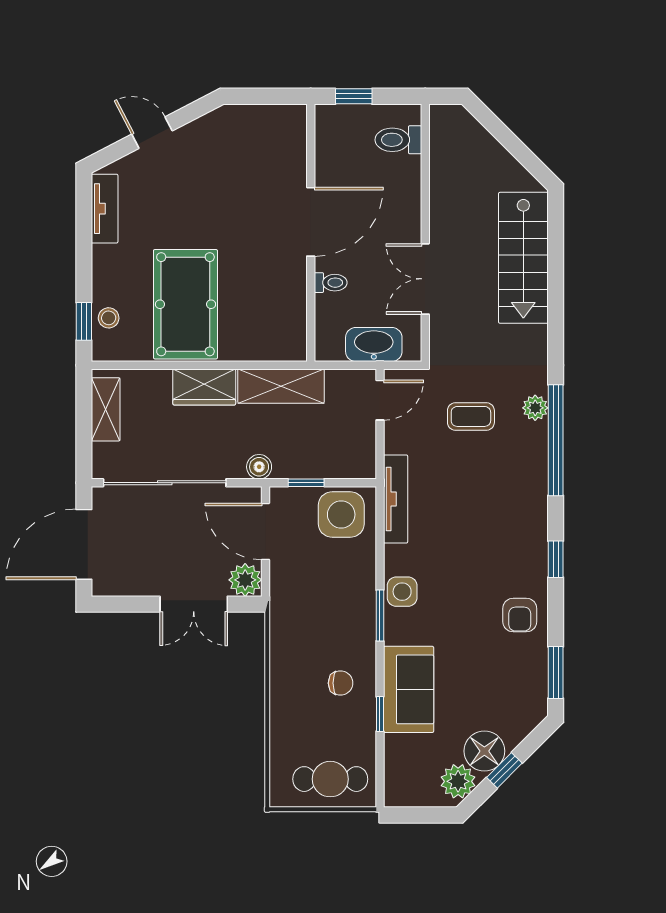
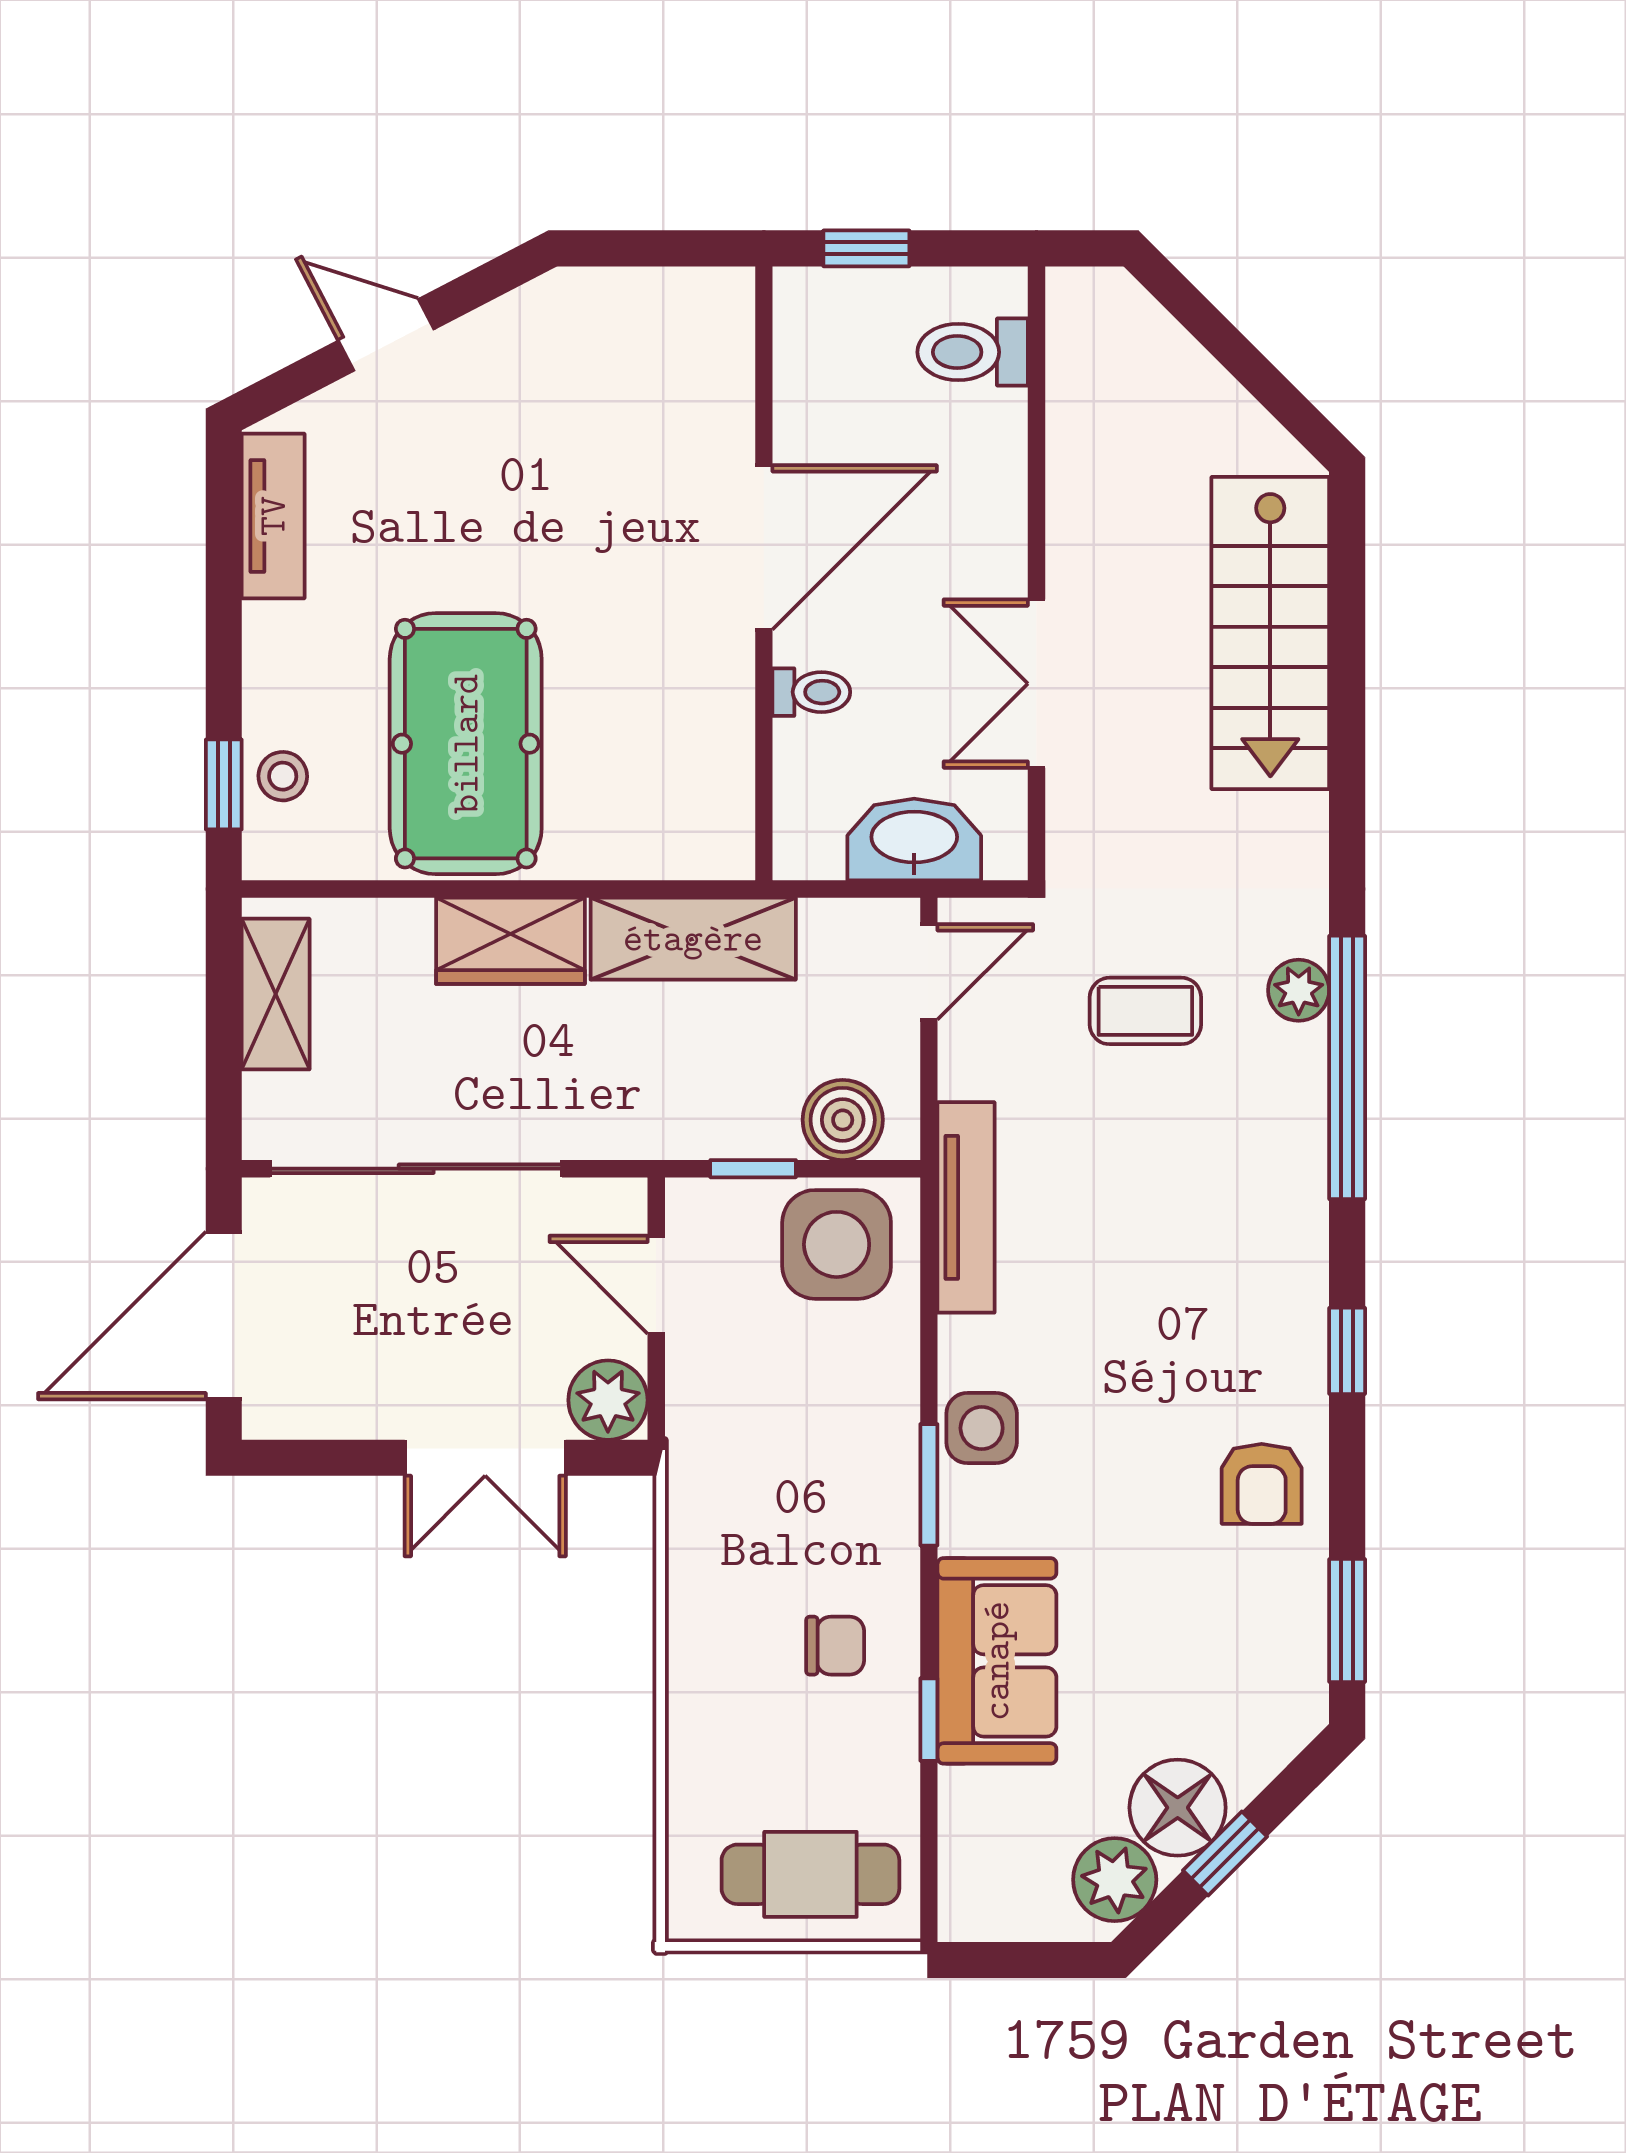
boiler: (259, 467) -> (843, 1120), moved, width x1.36, depth x1.36
door: (265, 531) -> (656, 1285), width x0.73

